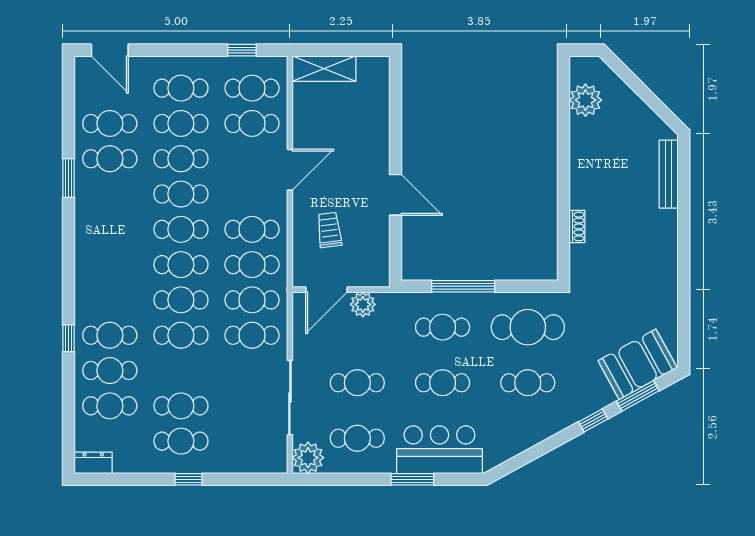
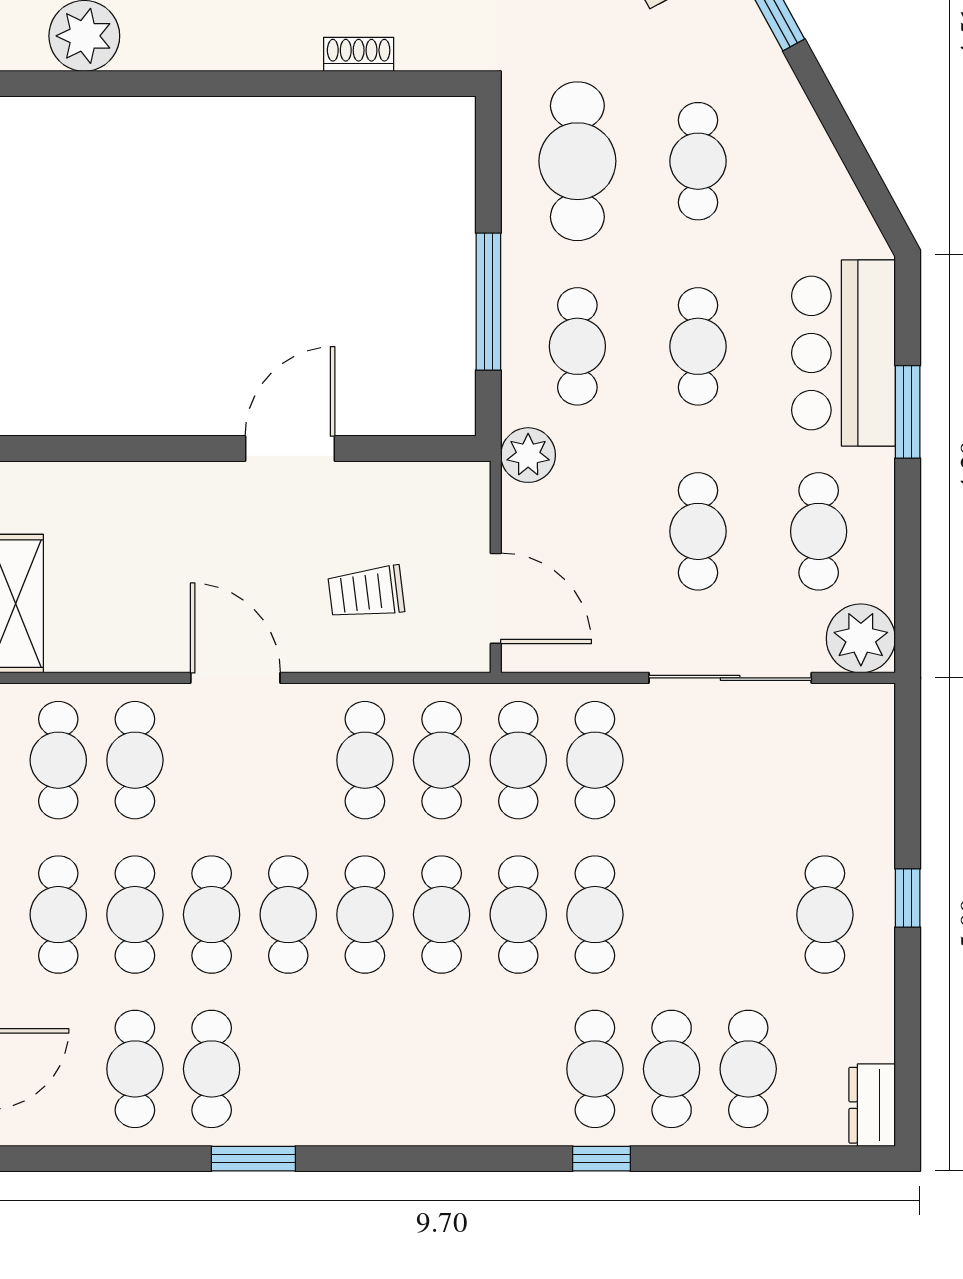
plant: (363, 304) -> (528, 455), moved
cafe table: (181, 406) -> (748, 915), removed

